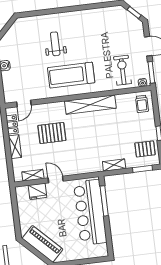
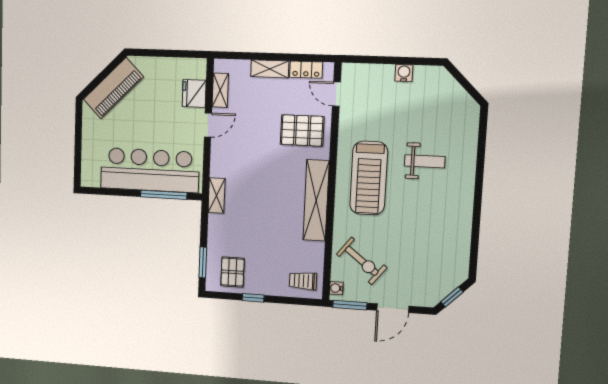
exercise bike: (123, 70) -> (362, 261), turned 38
treadmill: (71, 75) -> (369, 178), turned 180
pallet: (52, 133) -> (302, 130), moved, turned 90
shelving: (114, 165) -> (217, 196), moved

